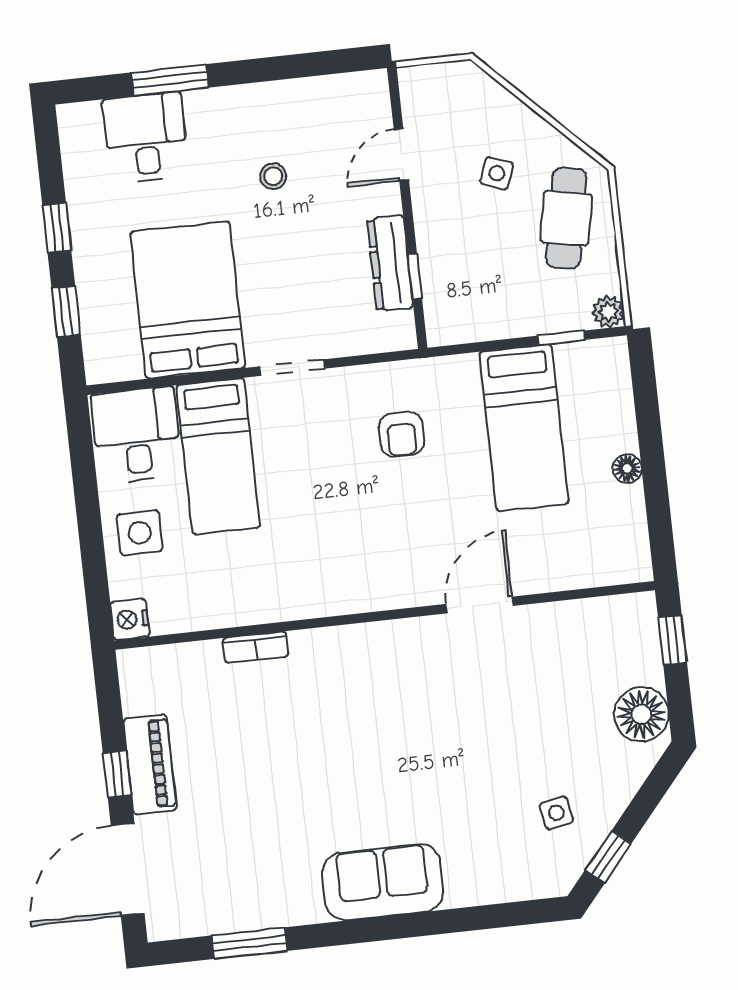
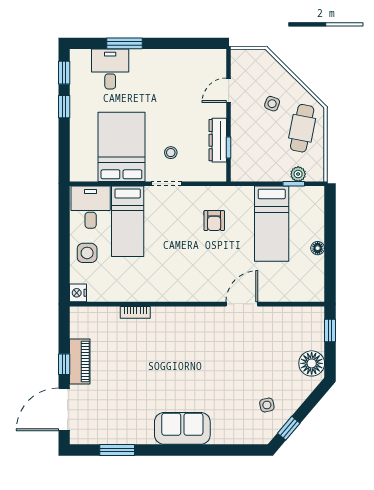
stool: (273, 176) -> (171, 153), moved
window: (66, 312) -> (64, 73), moved
plant: (608, 312) -> (298, 174), moved

